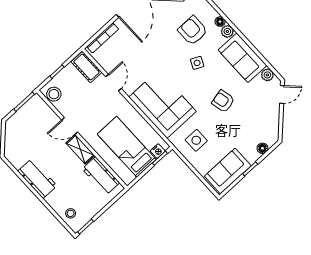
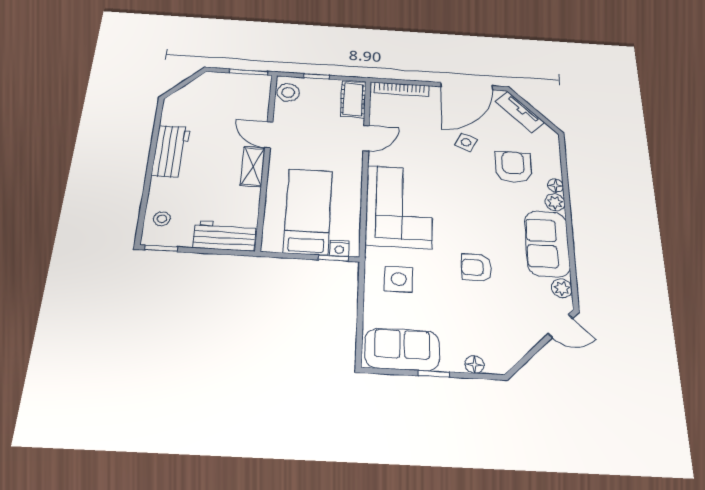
side table: (197, 63) -> (466, 142), moved
armchair: (223, 101) -> (477, 268), turned -77
workbench: (101, 176) -> (225, 236), moved, turned 90

